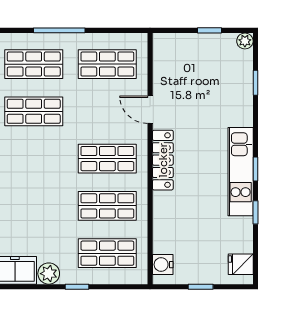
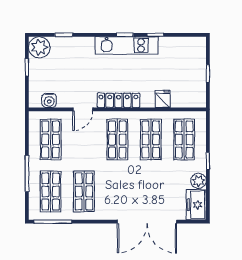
plant: (245, 41) -> (39, 47), width x1.88, depth x1.88
fridge: (241, 264) -> (163, 99), moved, turned 180
water cooler: (163, 265) -> (49, 100), moved

